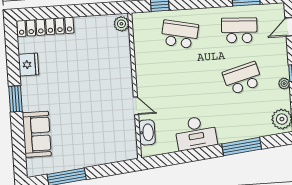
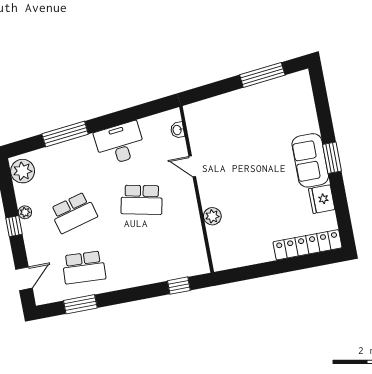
plant: (121, 24) -> (212, 216), moved
school desk: (180, 34) -> (142, 200), moved
washbasin: (147, 132) -> (177, 130), width x0.52, depth x0.69
sofa: (37, 134) -> (310, 160), moved

